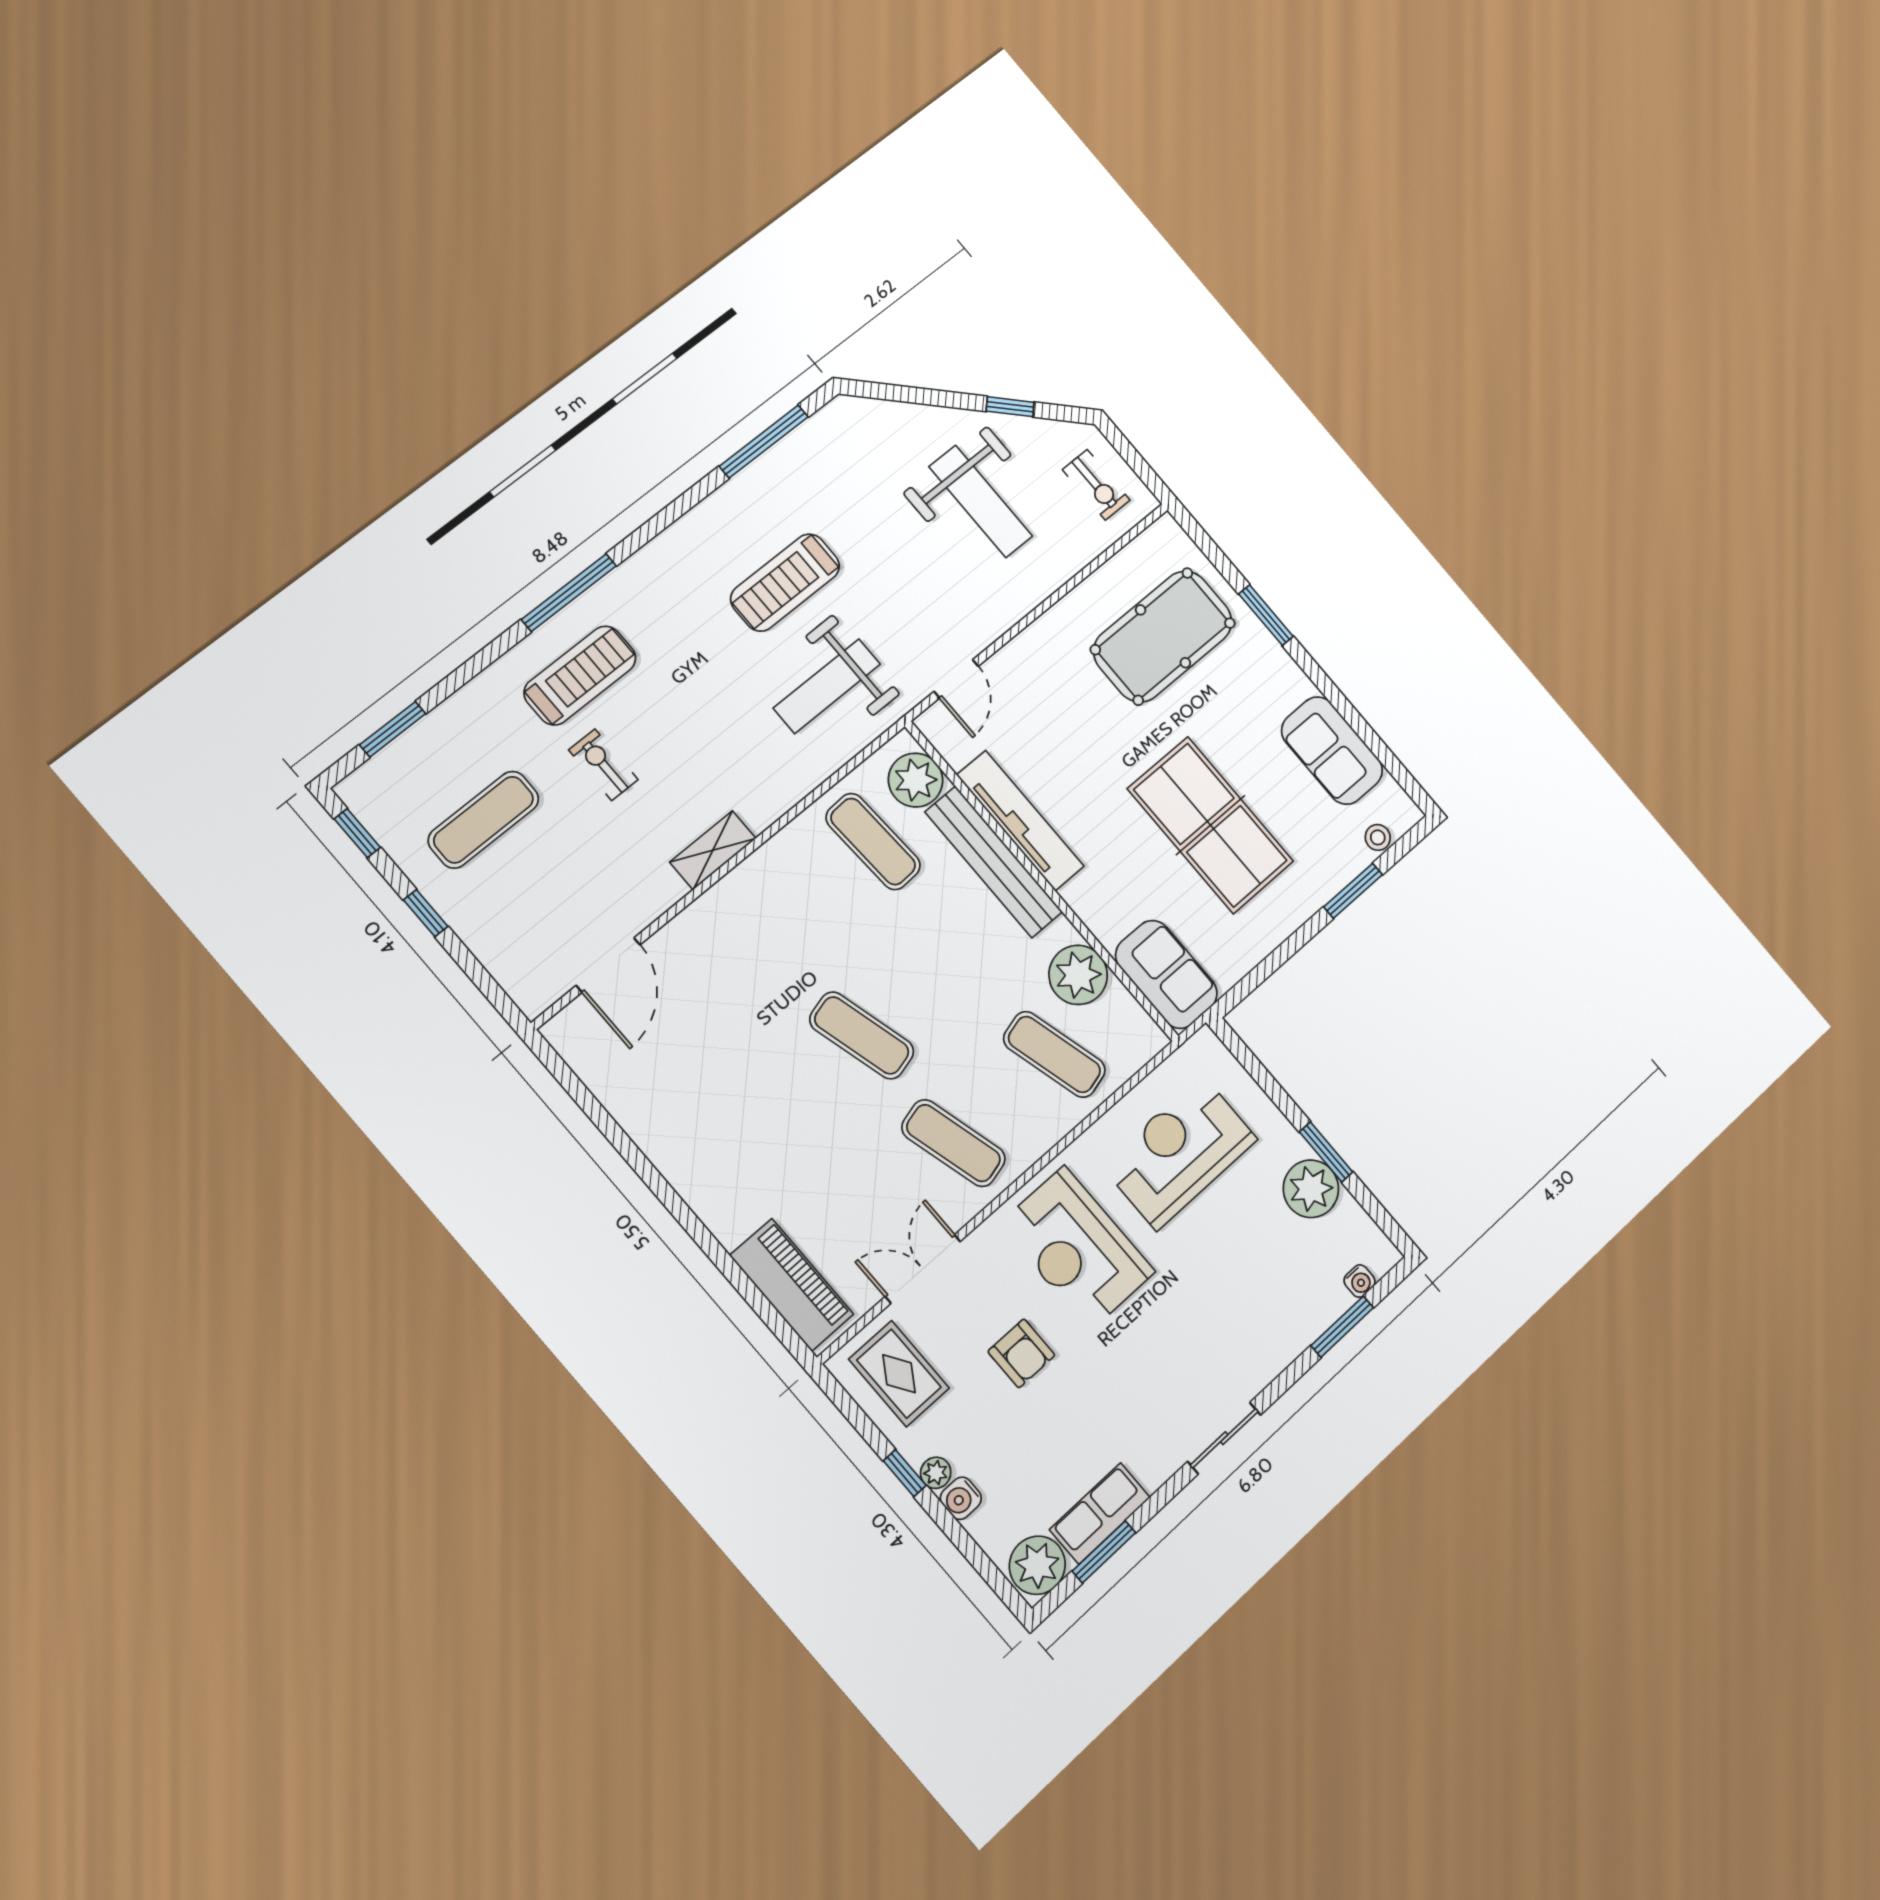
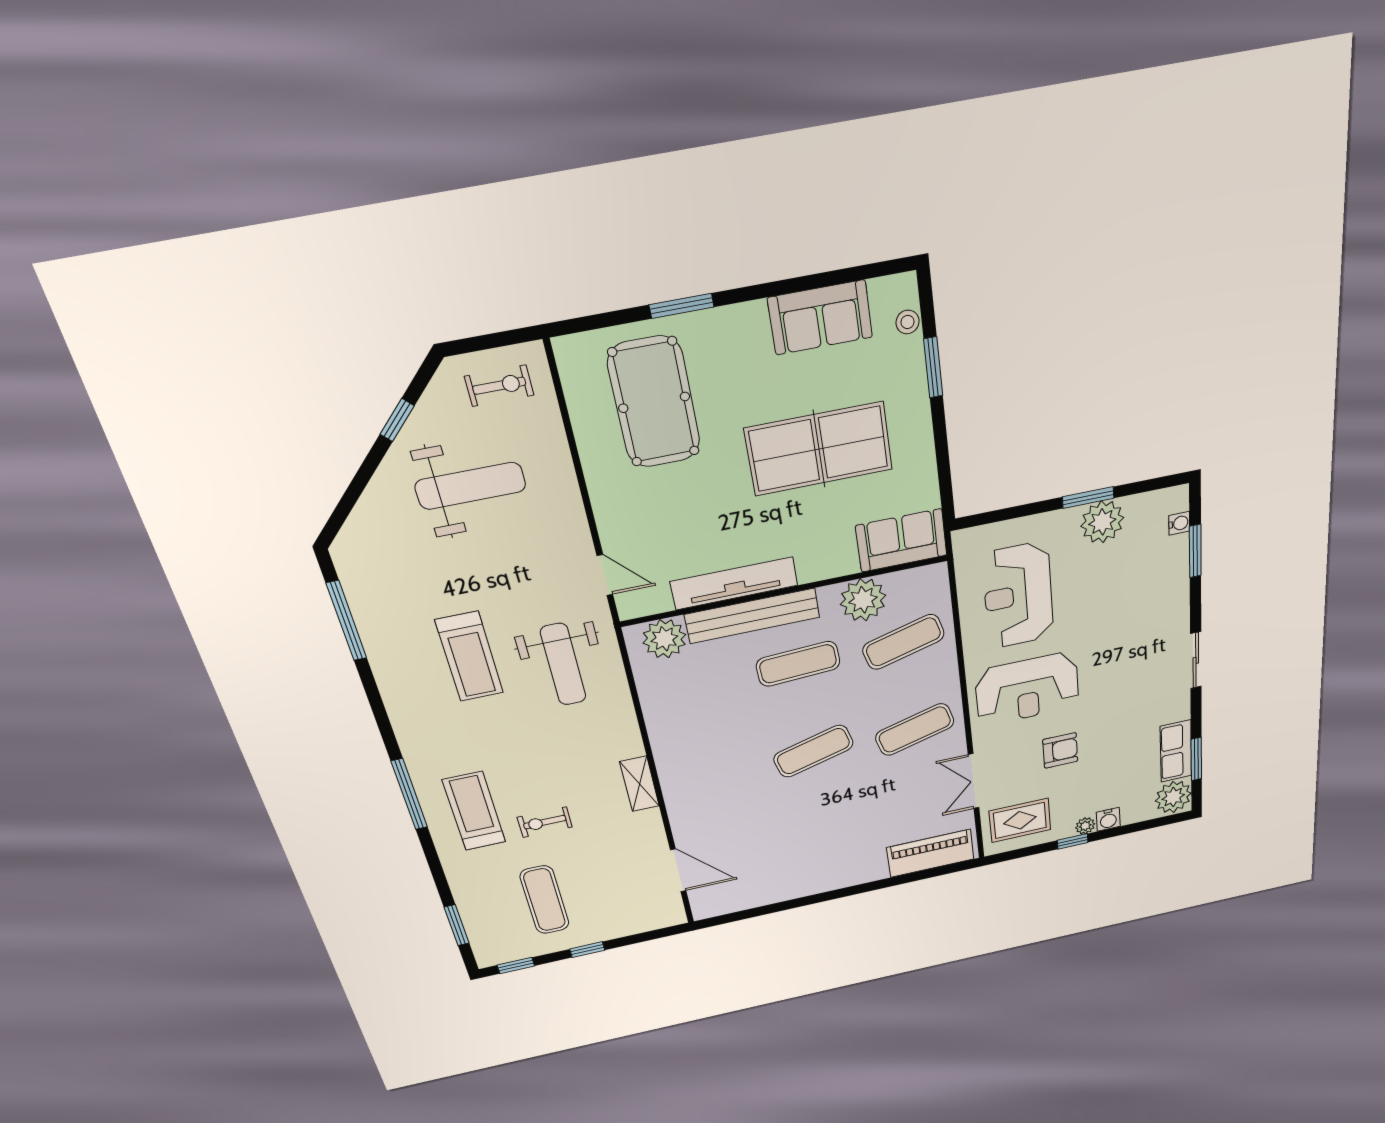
exercise mat: (873, 842) -> (798, 664), moved

